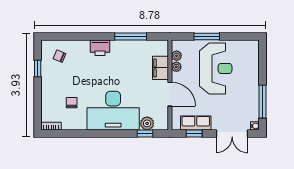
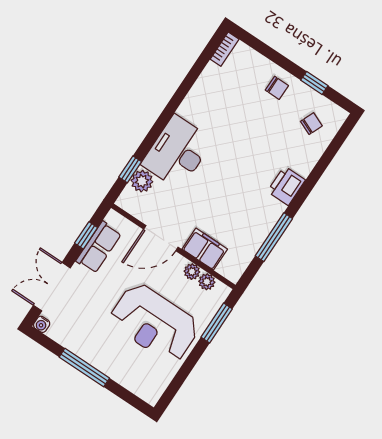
window: (207, 36) -> (217, 323), moved
window: (263, 102) -> (84, 368), moved
chair: (72, 103) -> (277, 88), moved
desk: (113, 111) -> (177, 152), width x0.73, depth x0.77

